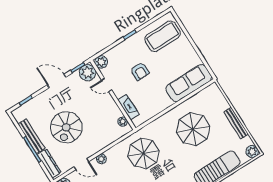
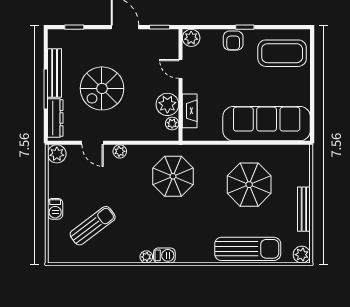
armchair: (140, 71) -> (233, 41), moved
plant: (88, 73) -> (167, 104), moved
sofa: (189, 83) -> (267, 124), width x1.36, depth x1.27

